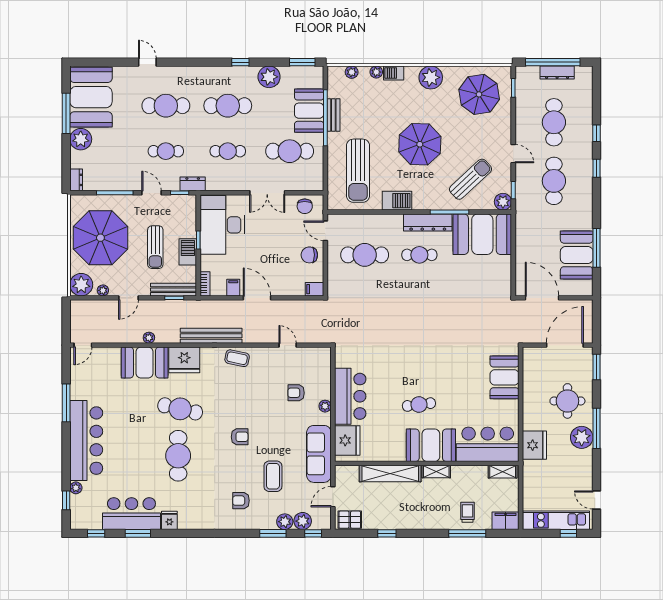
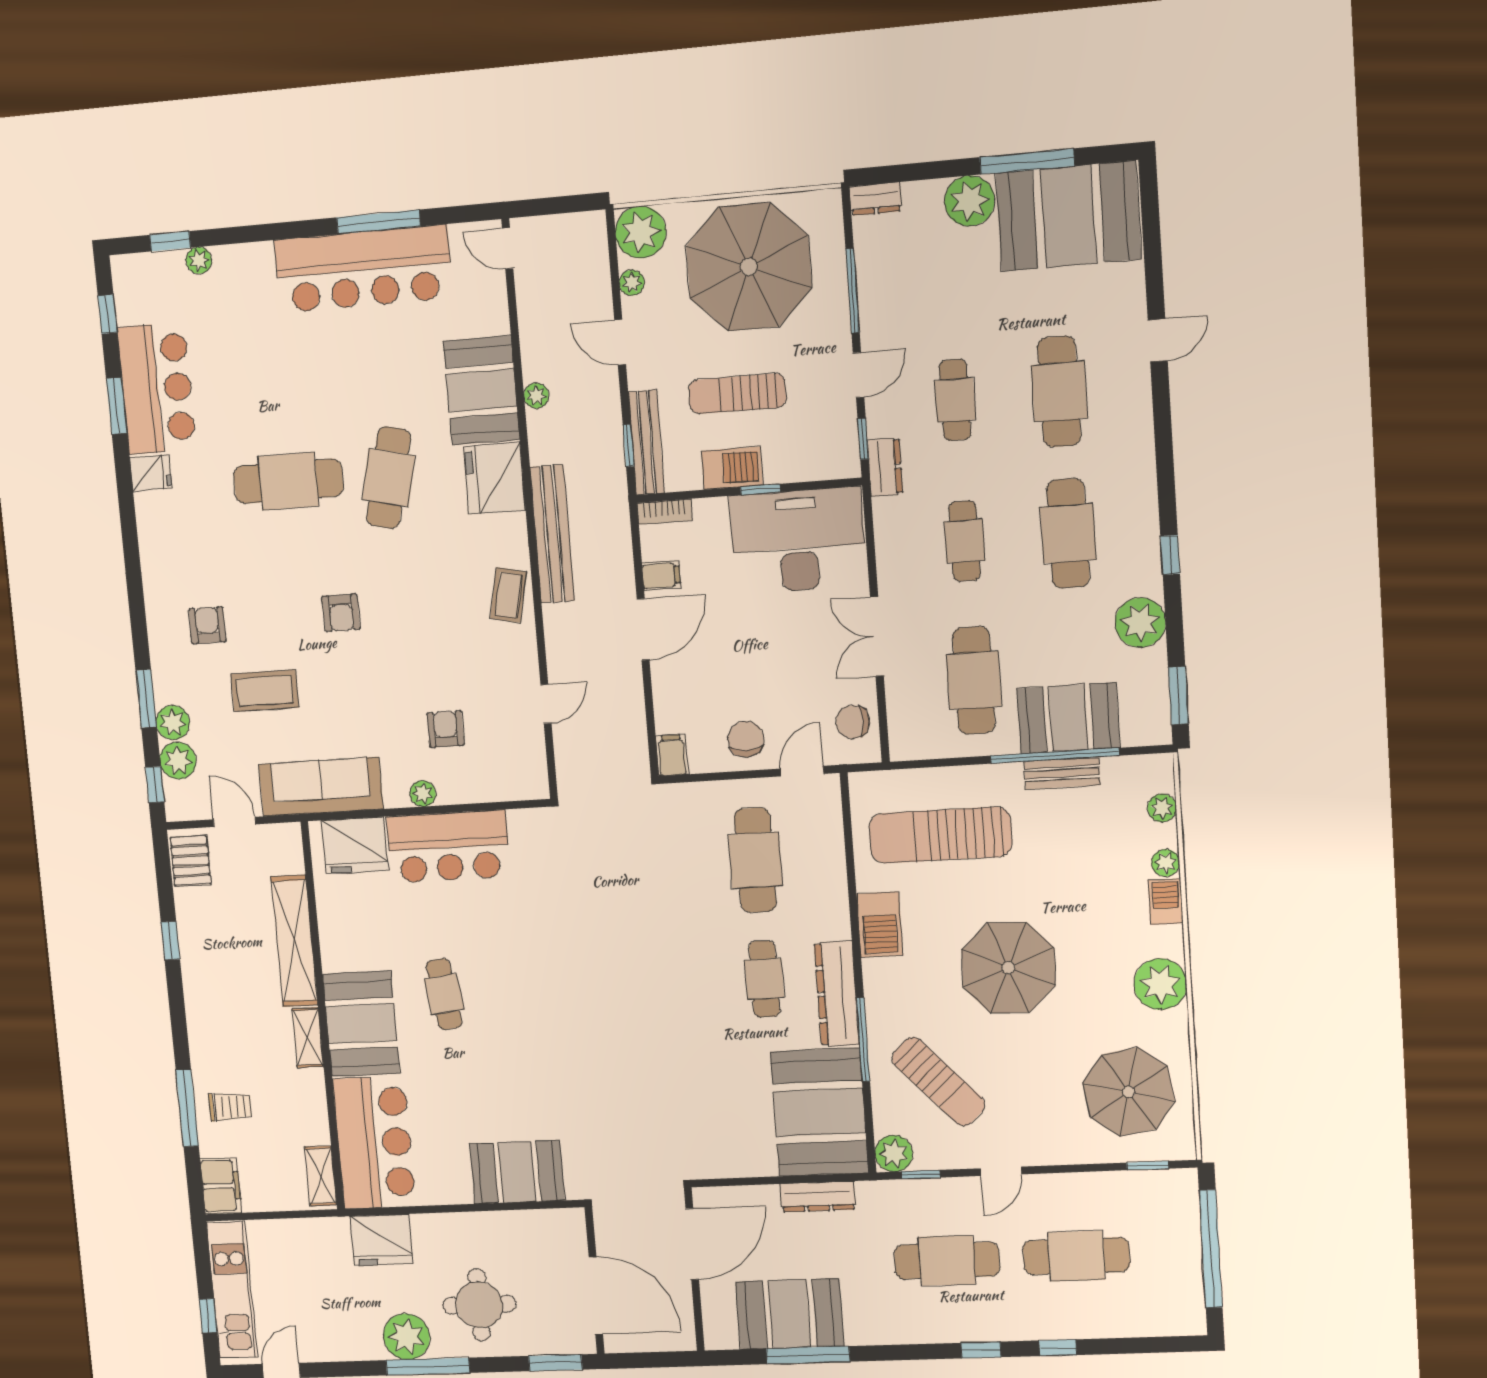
dresser: (557, 73) -> (818, 1197), moved, turned -90
bar counter: (86, 441) -> (363, 269), moved

